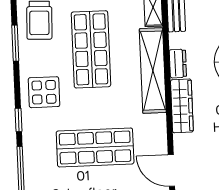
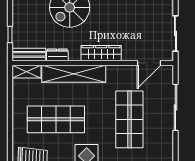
dresser: (178, 64) -> (57, 55), moved

